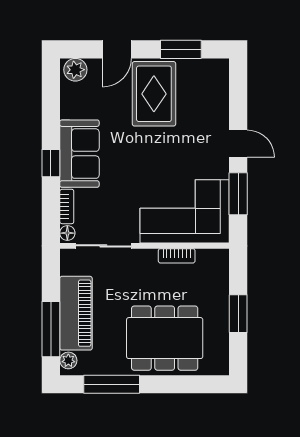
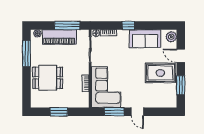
door: (238, 144) -> (137, 112), hinge flipped
sofa: (79, 154) -> (145, 39), moved
window: (51, 329) -> (67, 25), moved
dining table: (165, 338) -> (48, 78), width x0.73

